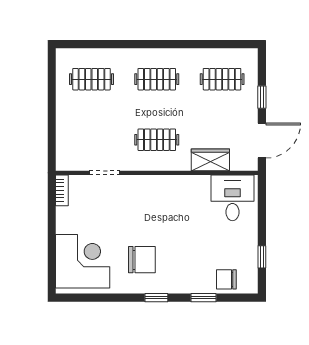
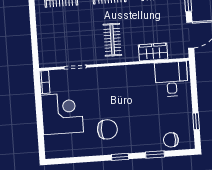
clothes rail: (157, 140) -> (112, 40), turned 90
corner desk: (83, 261) -> (62, 114), moved

